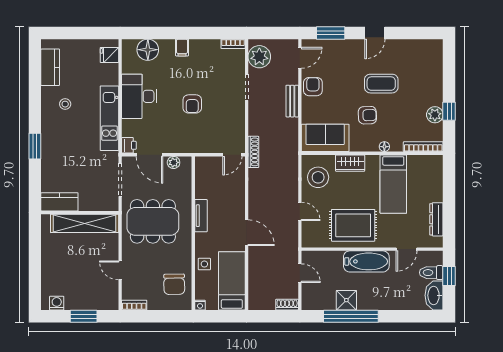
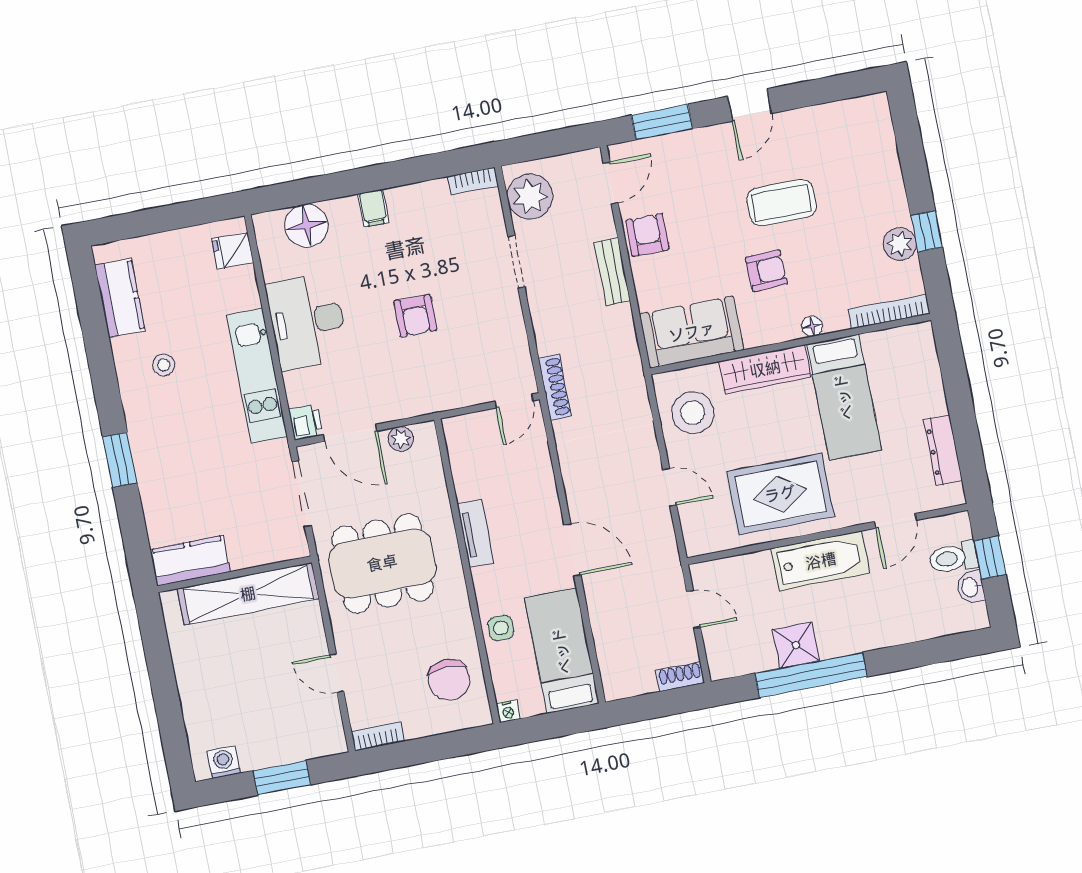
wardrobe: (350, 163) -> (765, 369), width x1.50
washbasin: (434, 295) -> (971, 587), width x0.52, depth x0.69

